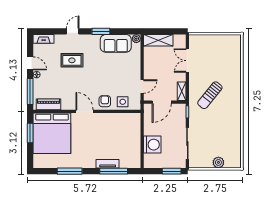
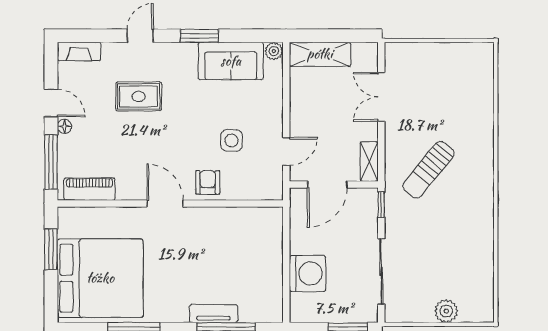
side table: (123, 102) -> (232, 140), moved
bed: (52, 133) -> (100, 278), moved, turned -90

